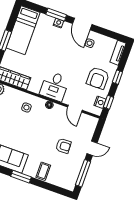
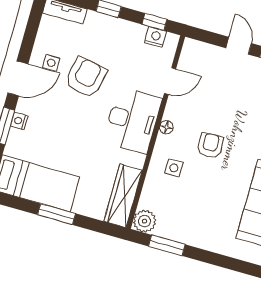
armchair: (98, 78) -> (86, 77), moved, turned -79
desk: (55, 86) -> (132, 120), width x1.37
armchair: (63, 146) -> (210, 145), moved

